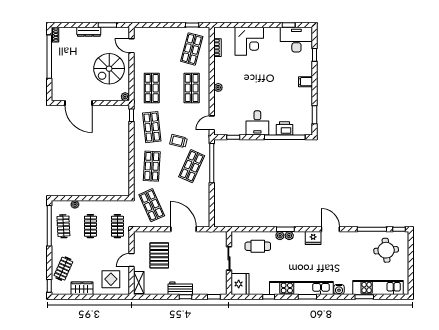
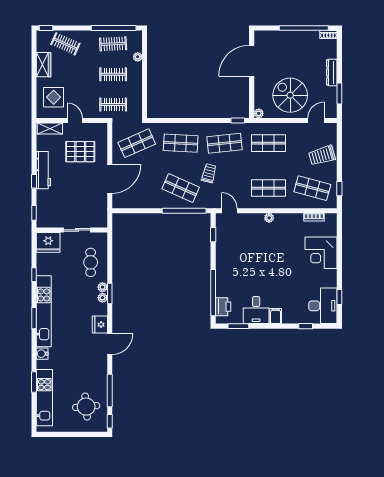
trolley: (163, 40) -> (322, 155), added
desk: (257, 123) -> (256, 310), moved, turned -90
printer: (285, 128) -> (223, 307), moved
workbench: (180, 288) -> (43, 170), width x1.37

